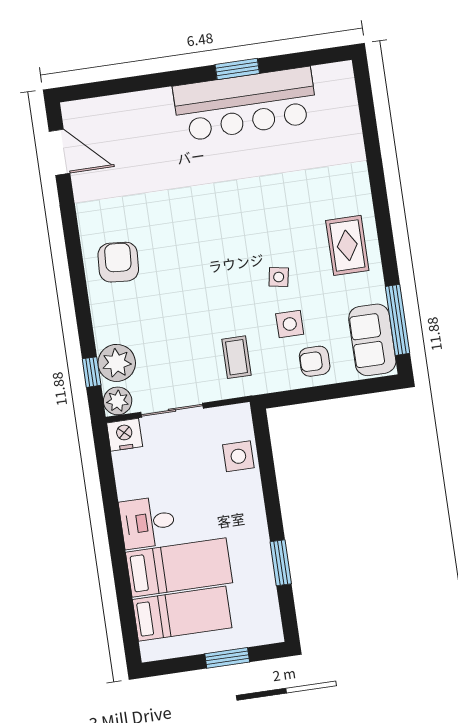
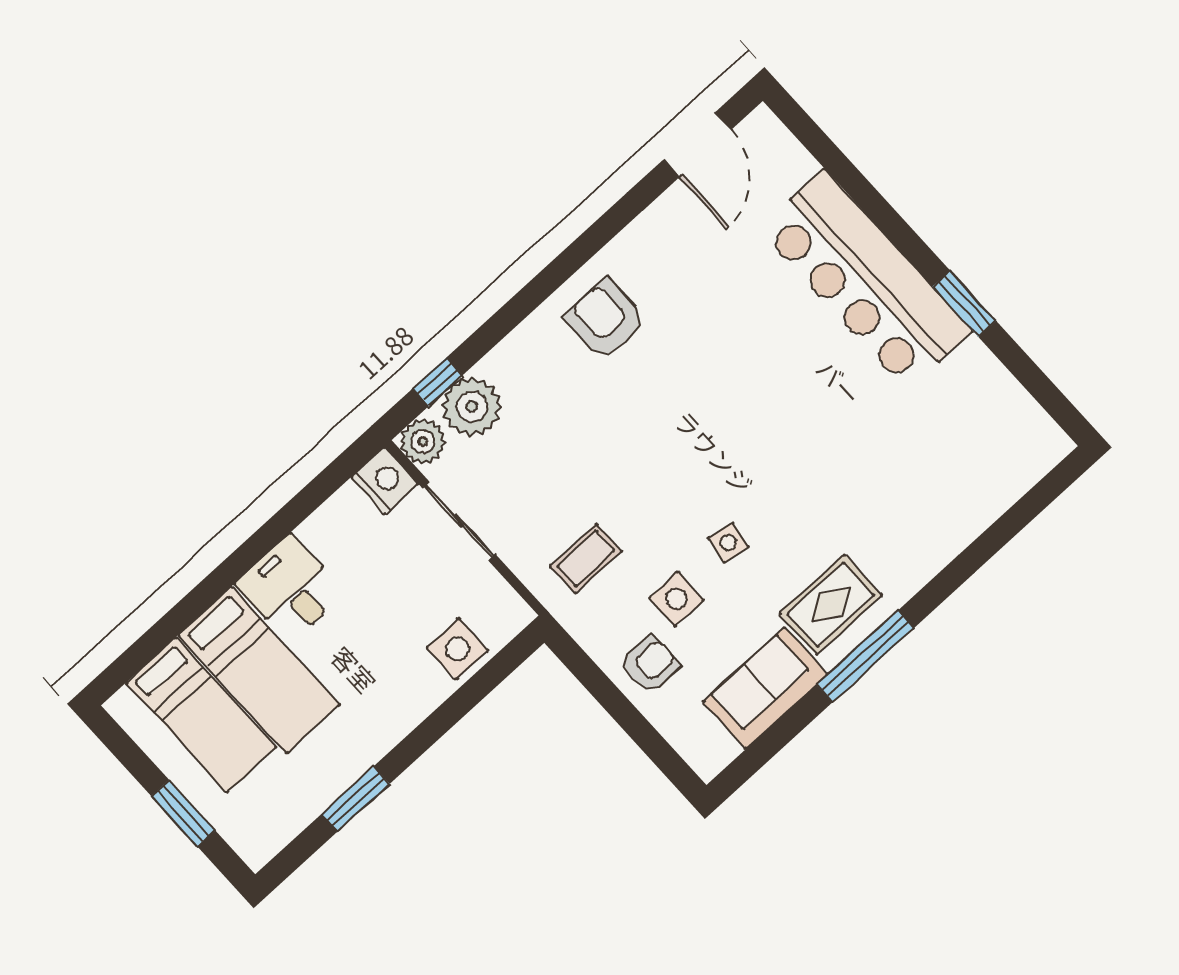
bar counter: (245, 104) -> (865, 280), moved
armchair: (118, 262) -> (605, 319), turned -94
window: (397, 320) -> (865, 656), moved
sofa: (372, 340) -> (765, 688), moved
armchair: (315, 361) -> (650, 665), turned 90

